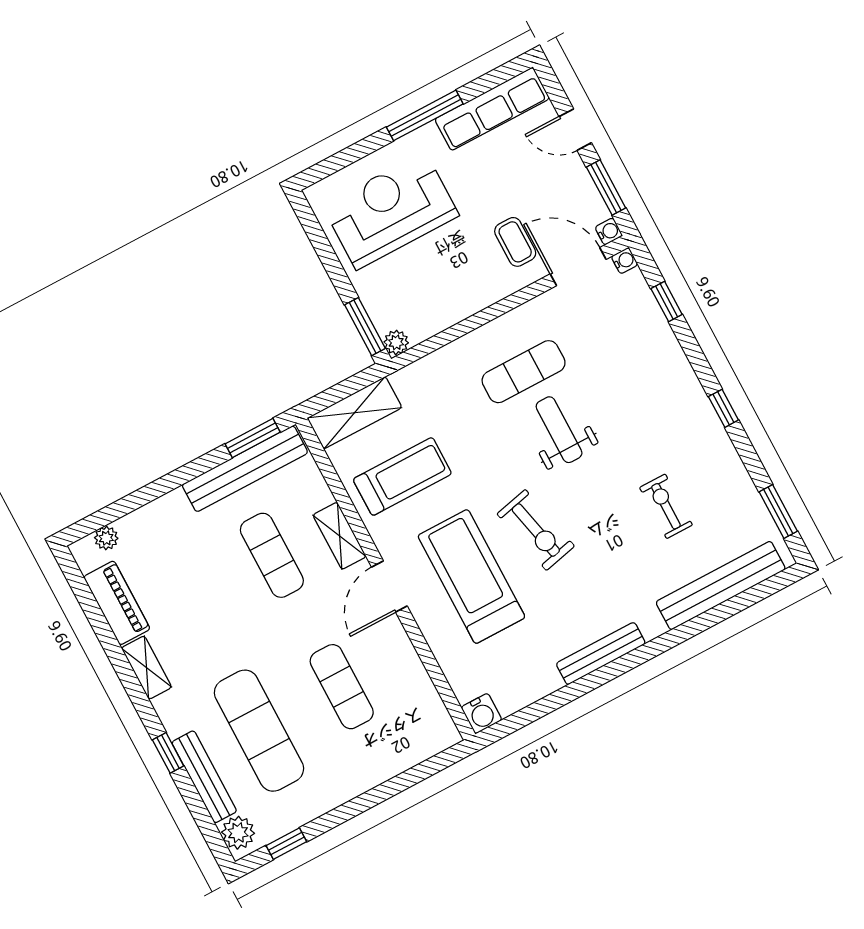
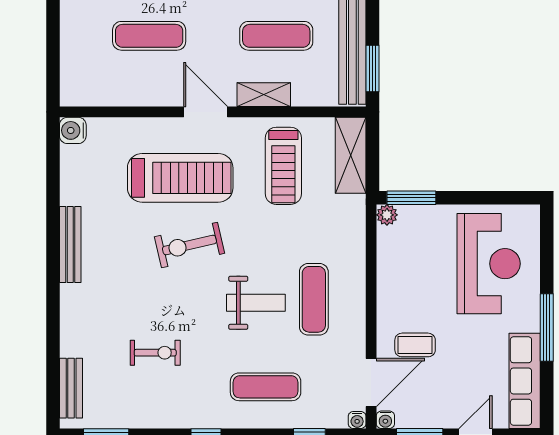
exercise mat: (641, 373) -> (266, 387), added
bench: (721, 585) -> (71, 388), width x0.54, depth x0.82

